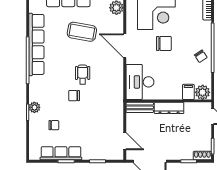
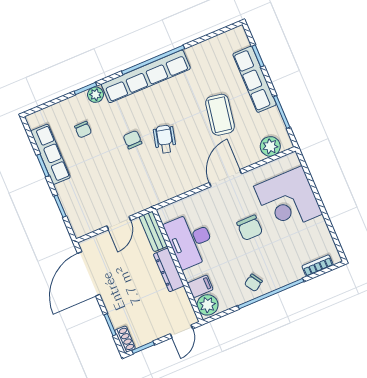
row of seats: (36, 44) -> (146, 76), moved
wheelchair: (83, 75) -> (165, 139), turned -76
desk: (140, 82) -> (190, 240), moved, turned -90
door: (125, 141) -> (119, 223), moved

